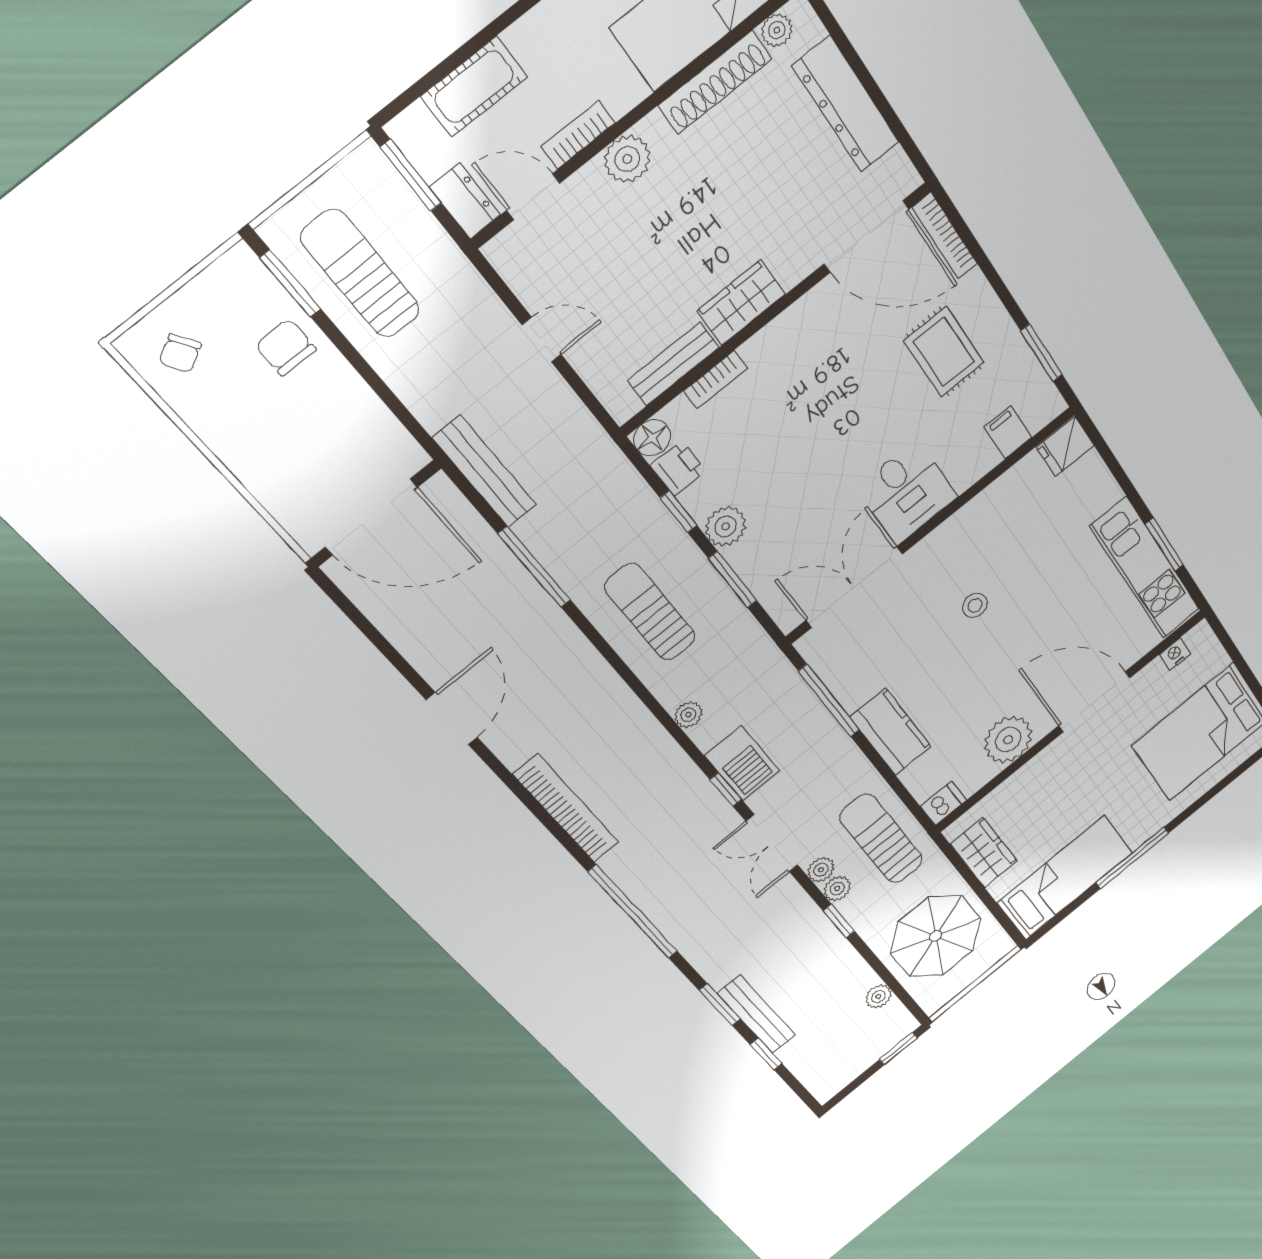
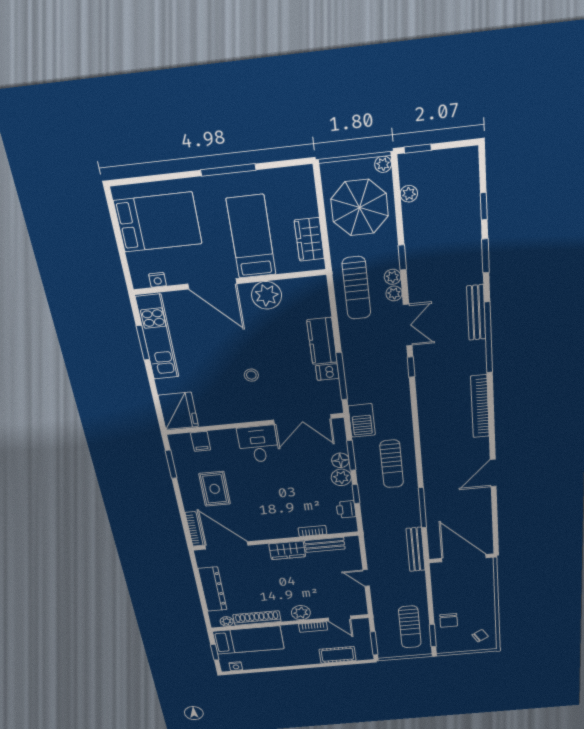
dresser: (465, 201) -> (362, 629), removed
floor lamp: (652, 438) -> (340, 460), moved
fridge: (1065, 446) -> (178, 411), width x1.88, depth x1.34
plant: (688, 715) -> (383, 164), moved
barbecue: (742, 763) -> (362, 420), moved, turned 180
dishwasher: (943, 803) -> (327, 372), moved
bed: (1065, 878) -> (251, 237), moved, turned 90
bench: (756, 1014) -> (476, 313), moved

